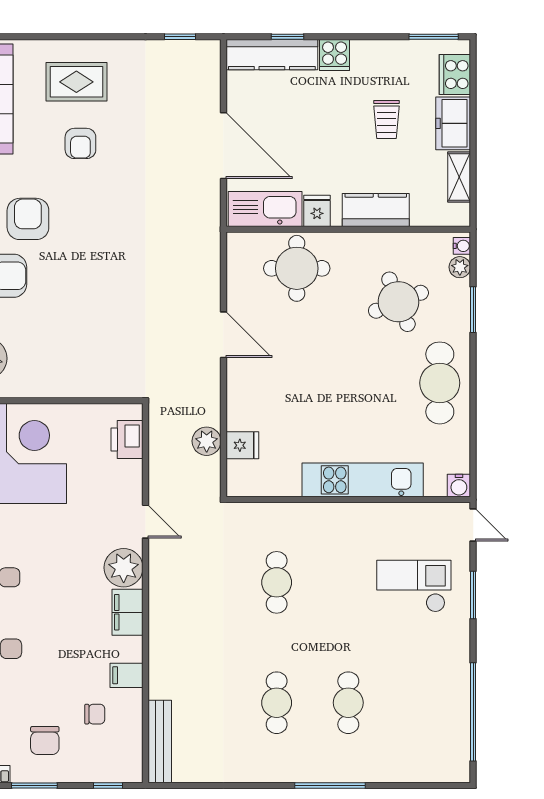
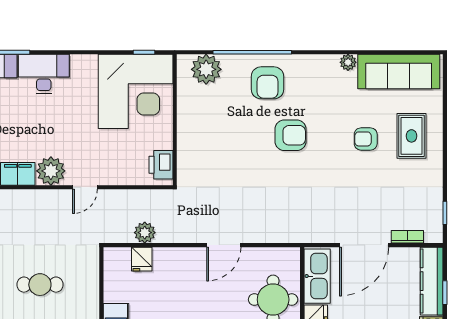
bookcase: (212, 87) -> (407, 237), added
armchair: (28, 219) -> (290, 135), moved
printer: (127, 440) -> (161, 165), moved, turned -90

